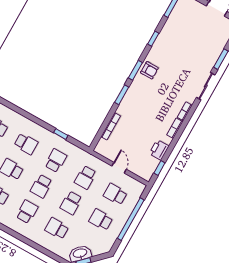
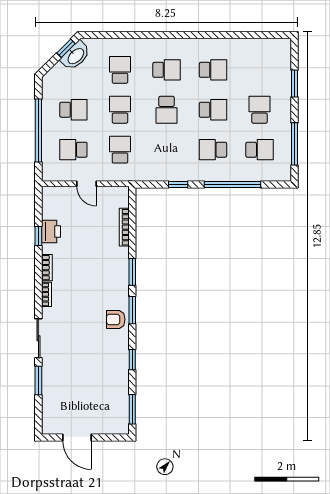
window: (26, 115) -> (233, 185), added
school desk: (56, 161) -> (166, 150), removed
window: (159, 168) -> (38, 236), moved
school desk: (41, 186) -> (166, 110), turned 180
school desk: (115, 194) -> (73, 150), turned 180
school desk: (27, 212) -> (166, 70), turned -90
school desk: (57, 228) -> (120, 70), turned -90

